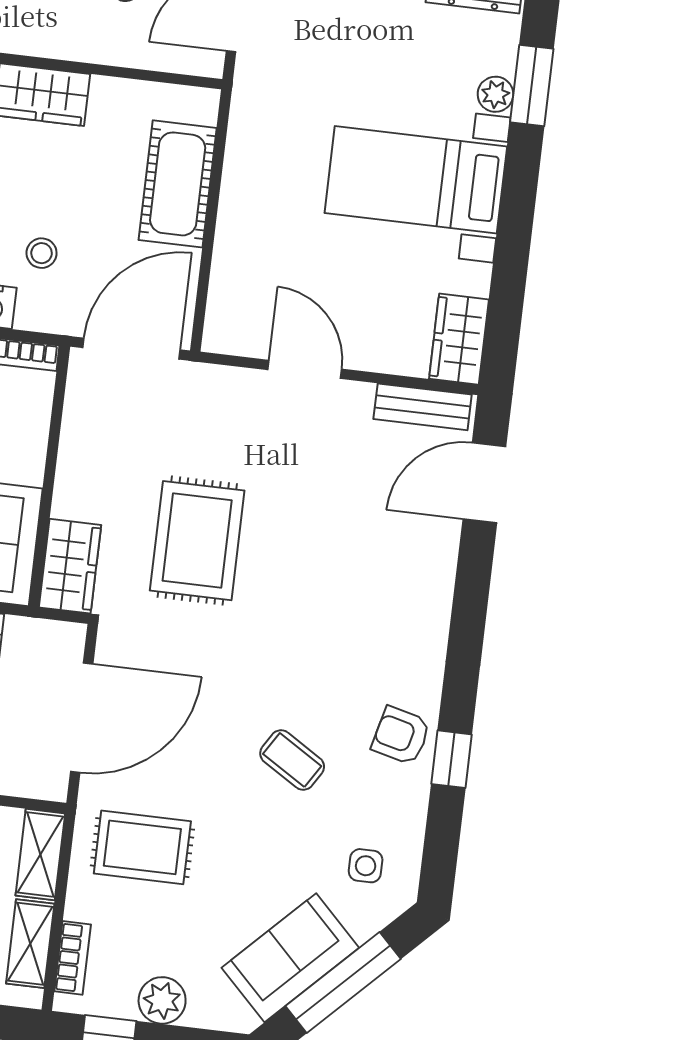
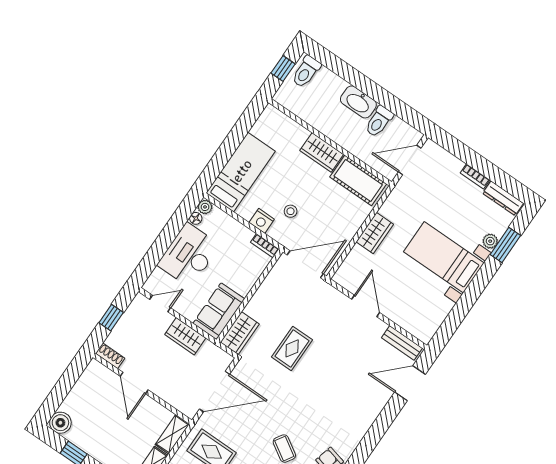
cot: (178, 184) -> (358, 180), moved, turned 90
wardrobe: (459, 339) -> (375, 233), moved, turned 180
rug: (197, 541) -> (292, 348), width x0.73, depth x0.70

